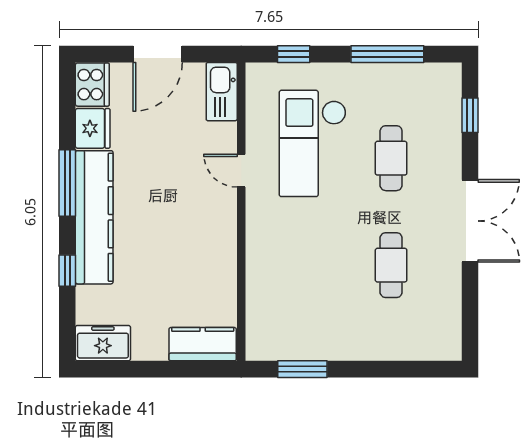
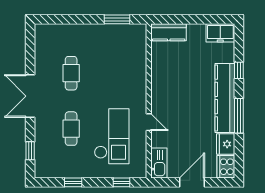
window: (387, 54) -> (73, 182), width x0.46

